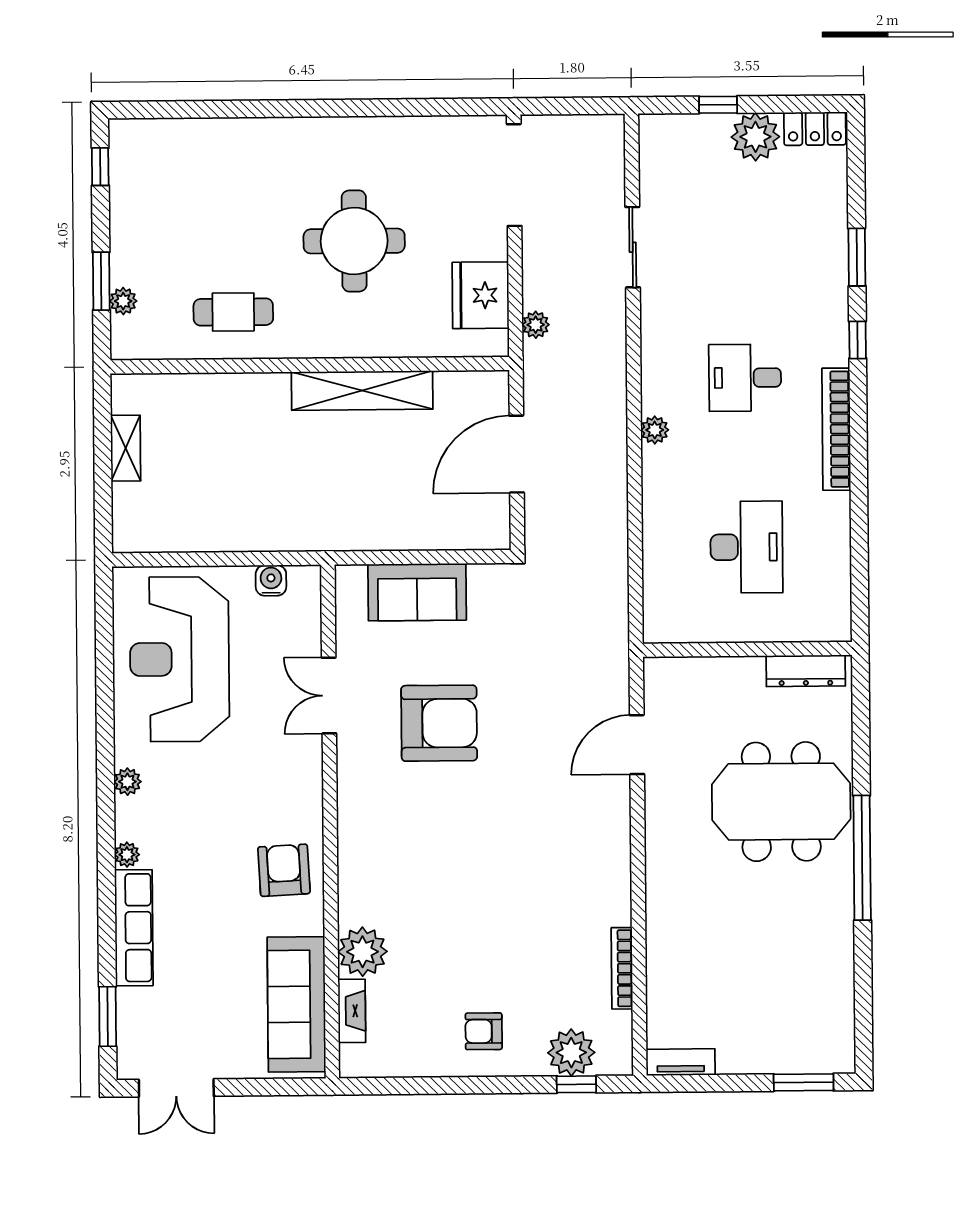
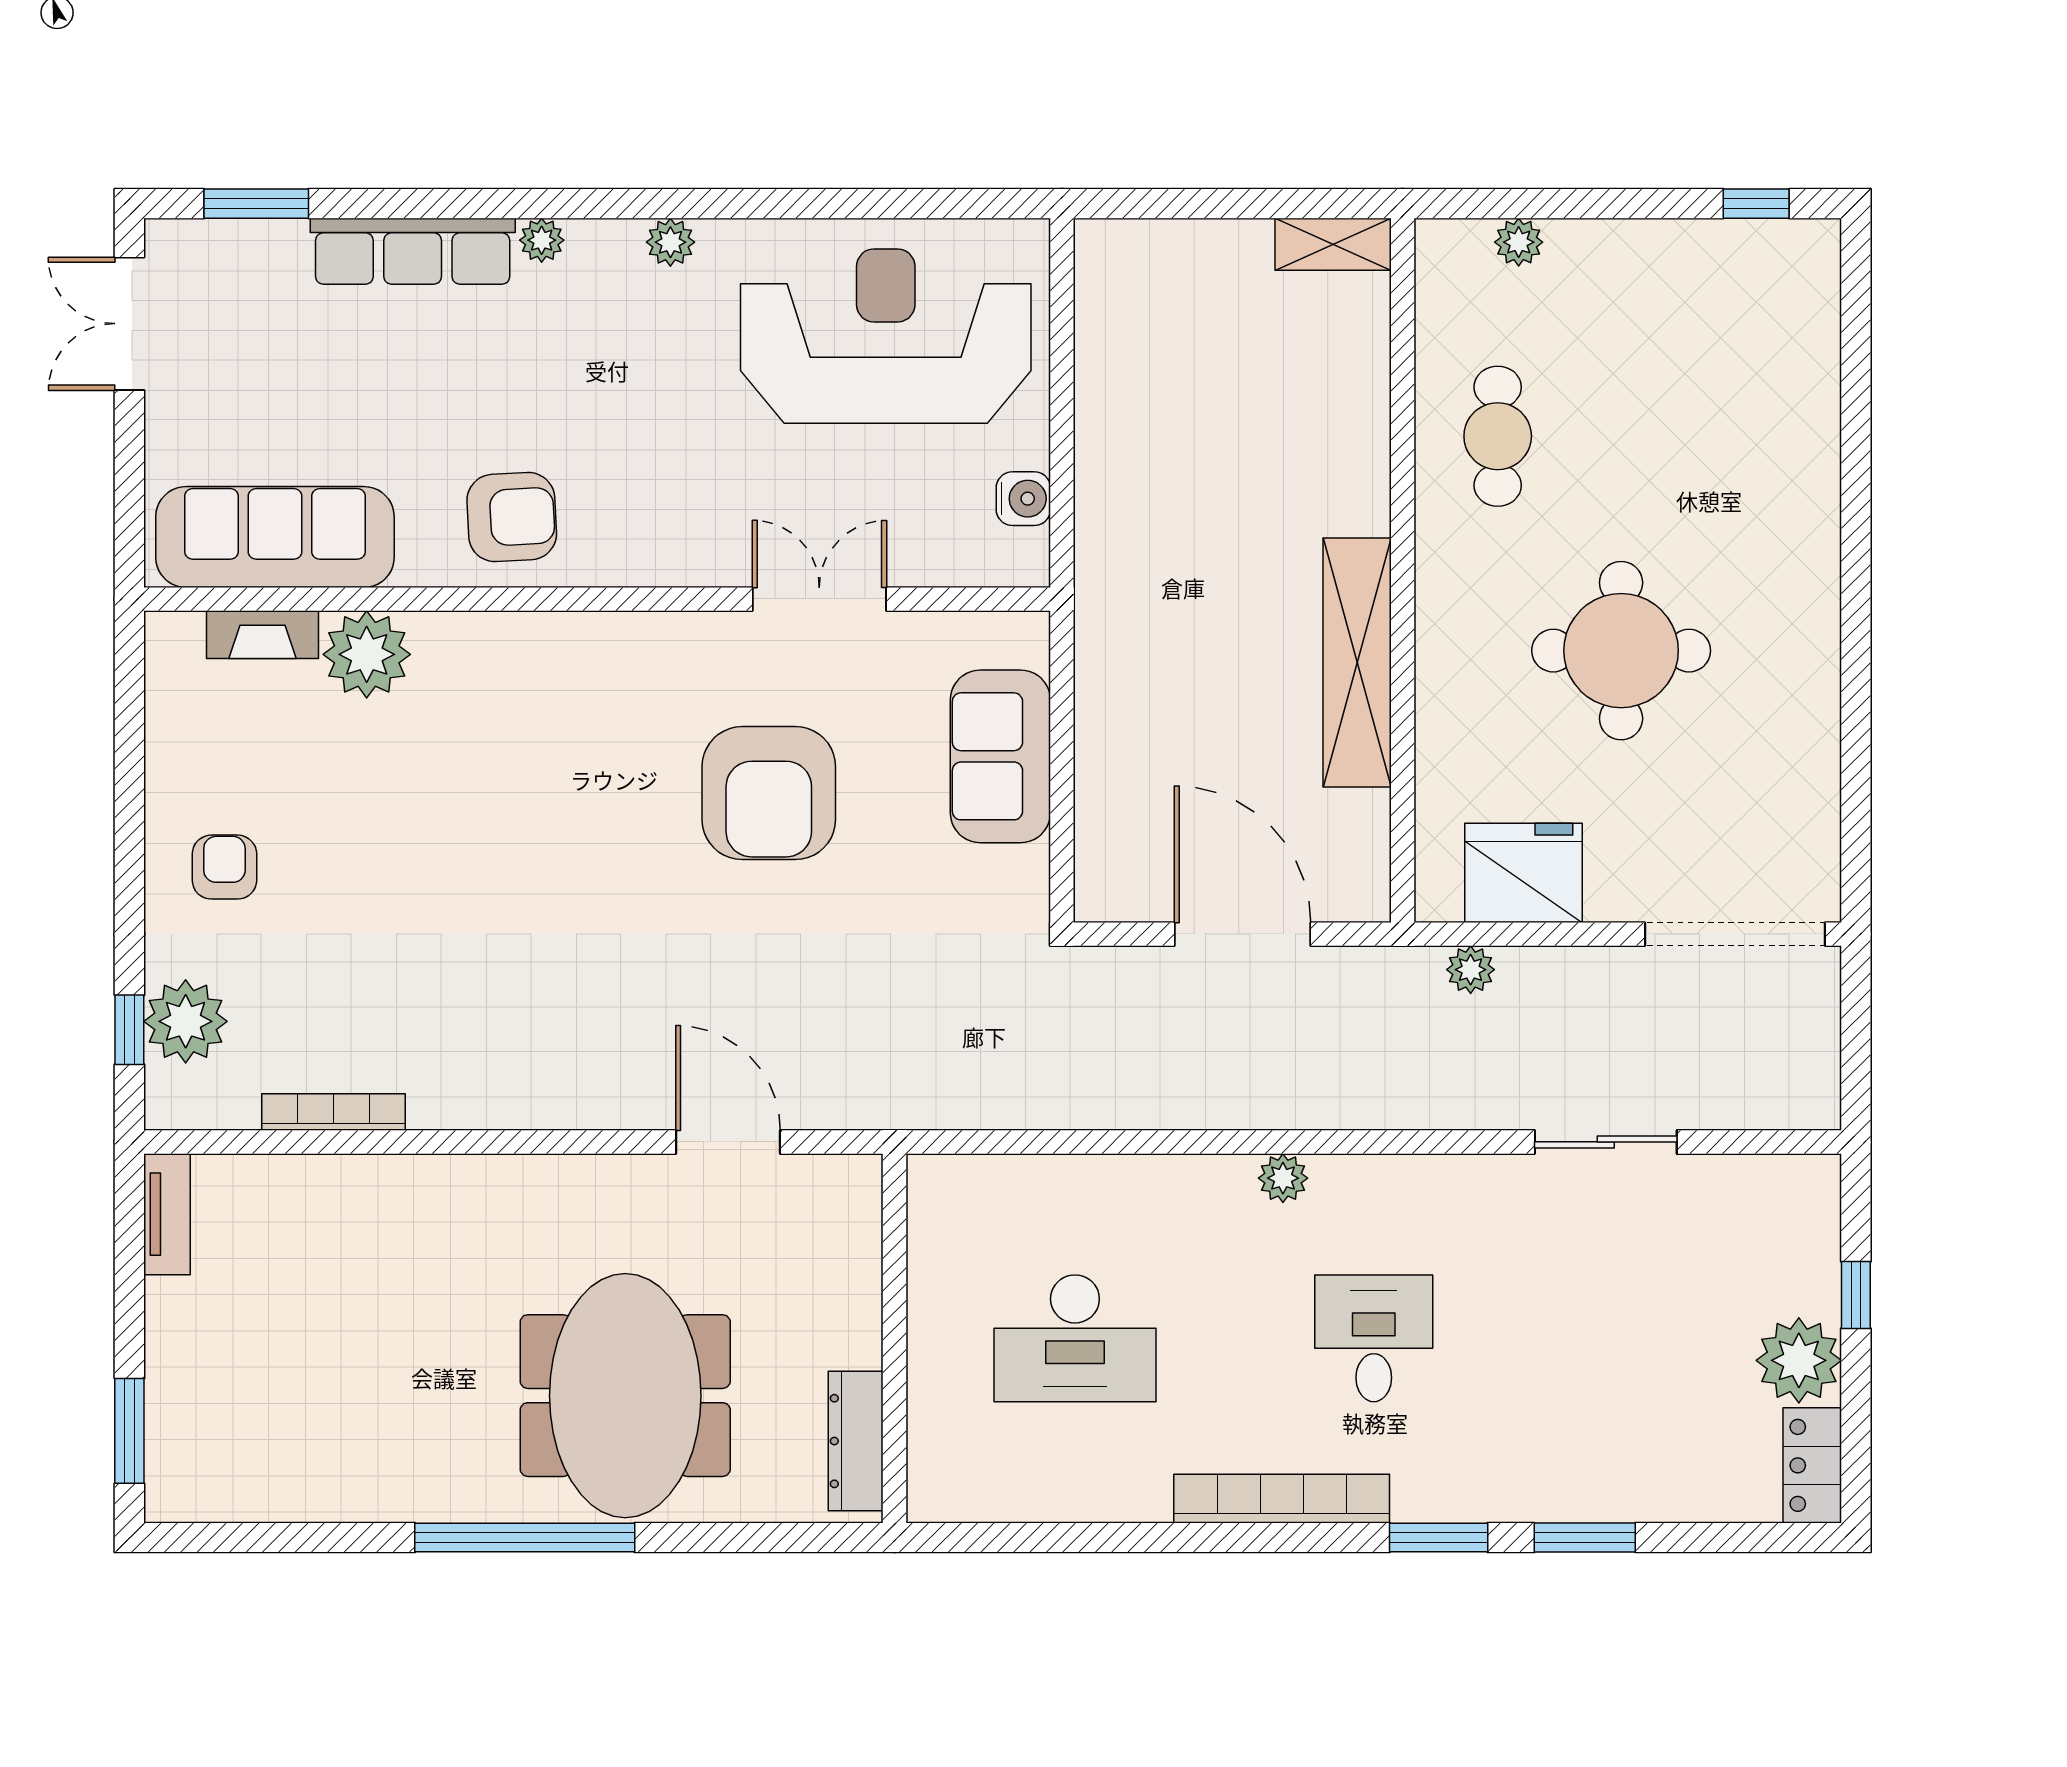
window: (101, 281) -> (1554, 204), removed
window: (858, 340) -> (1439, 1538), width x1.50
shelving: (126, 448) -> (1333, 244), moved

